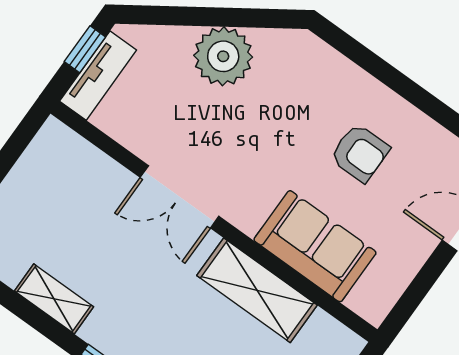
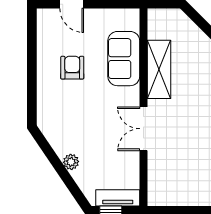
plant: (223, 56) -> (71, 162), width x0.53, depth x0.53
double door: (180, 197) -> (143, 129), swing flipped

